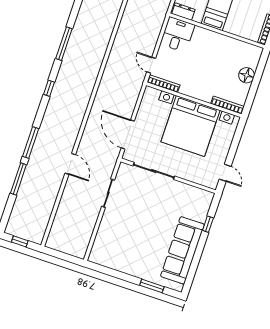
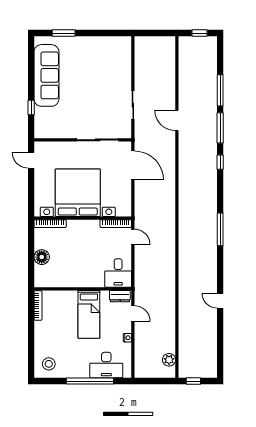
window: (49, 88) -> (220, 162), moved

